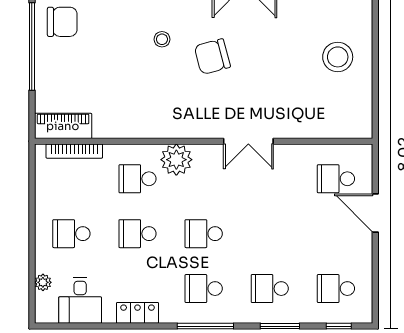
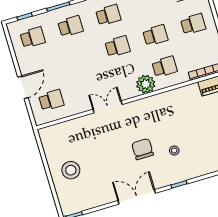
chair: (212, 57) -> (143, 149), turned -75
door: (375, 213) -> (23, 87), hinge flipped

